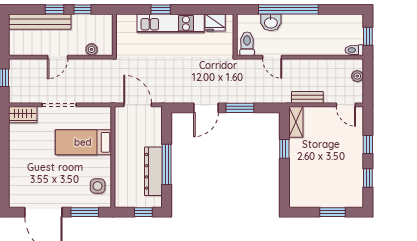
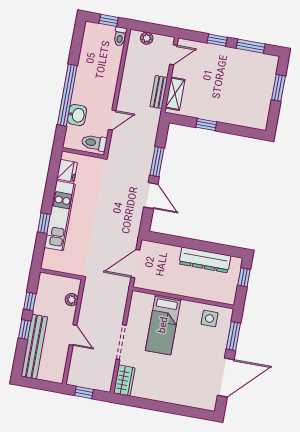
shelving: (296, 122) -> (175, 94), moved, turned 90
window: (167, 164) -> (200, 245), removed
window: (368, 178) -> (251, 46), width x1.50

